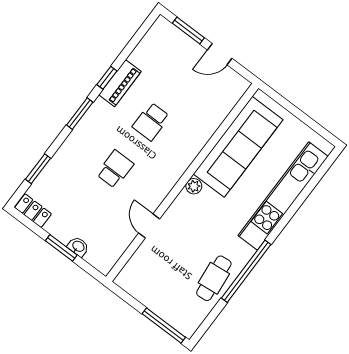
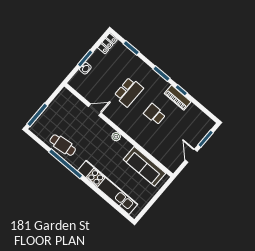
sofa: (238, 147) -> (144, 166), width x0.74, depth x0.79
school desk: (115, 169) -> (129, 92), width x1.85

